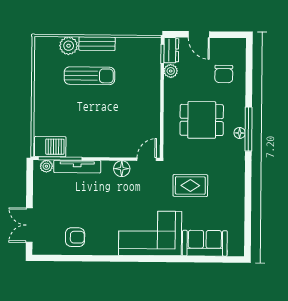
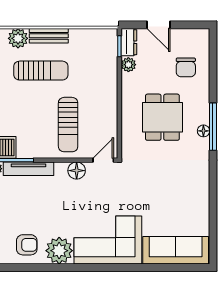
dining table: (202, 120) -> (162, 117), turned 90
sun lounger: (114, 126) -> (68, 125), added
rug: (190, 185) -> (151, 188), removed
plant: (105, 243) -> (59, 251), added
sofa: (205, 243) -> (176, 250), width x1.36

